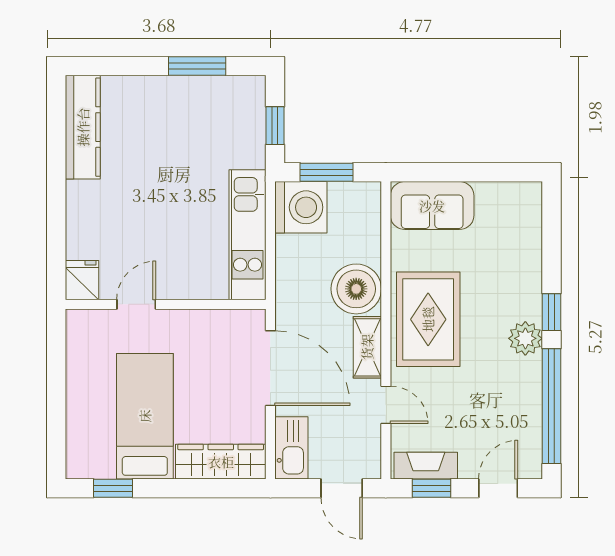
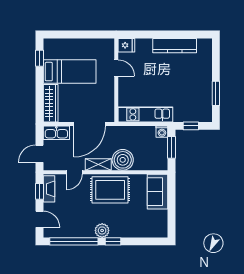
kitchen counter: (83, 127) -> (175, 46), moved
washing machine: (301, 207) -> (162, 132), width x0.53, depth x0.53

